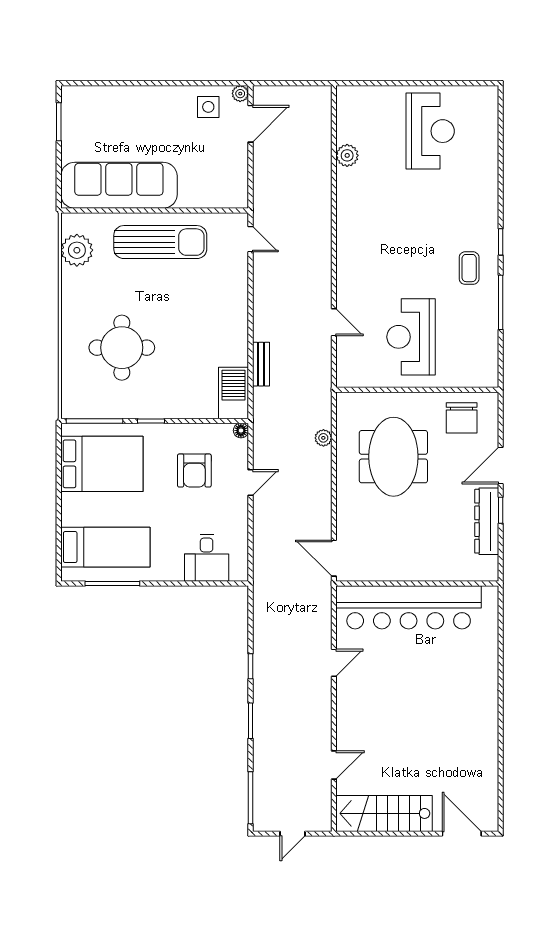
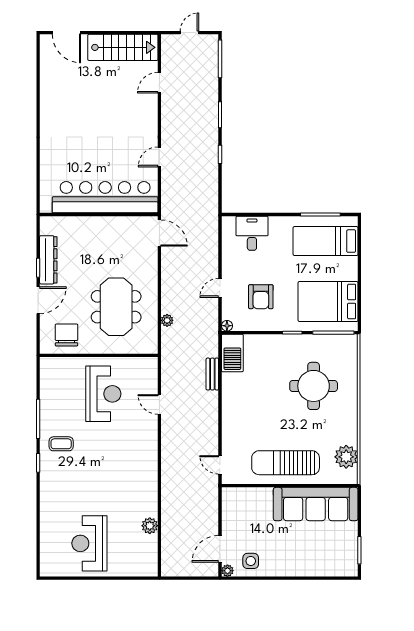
coffee table: (469, 268) -> (61, 444), turned 90
armchair: (194, 471) -> (261, 297), turned 180

